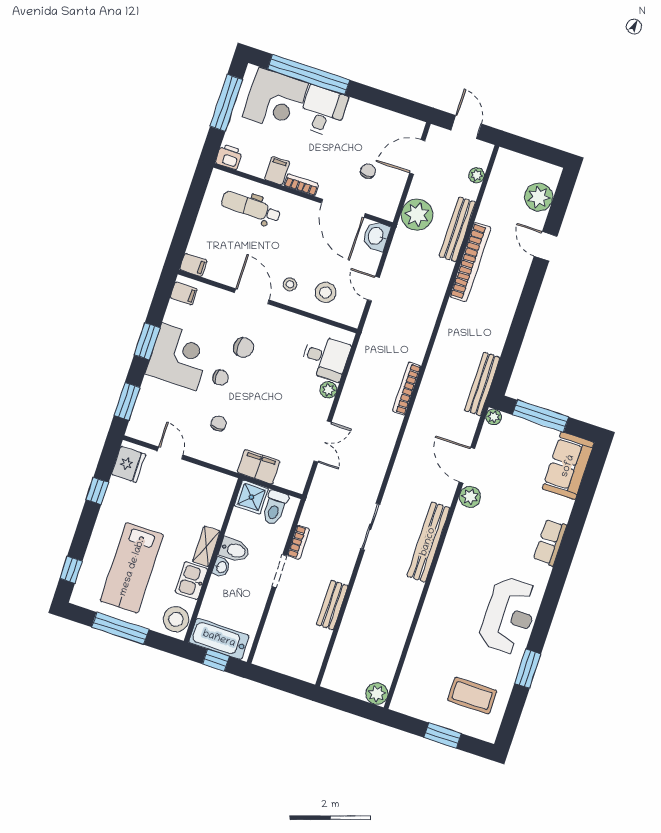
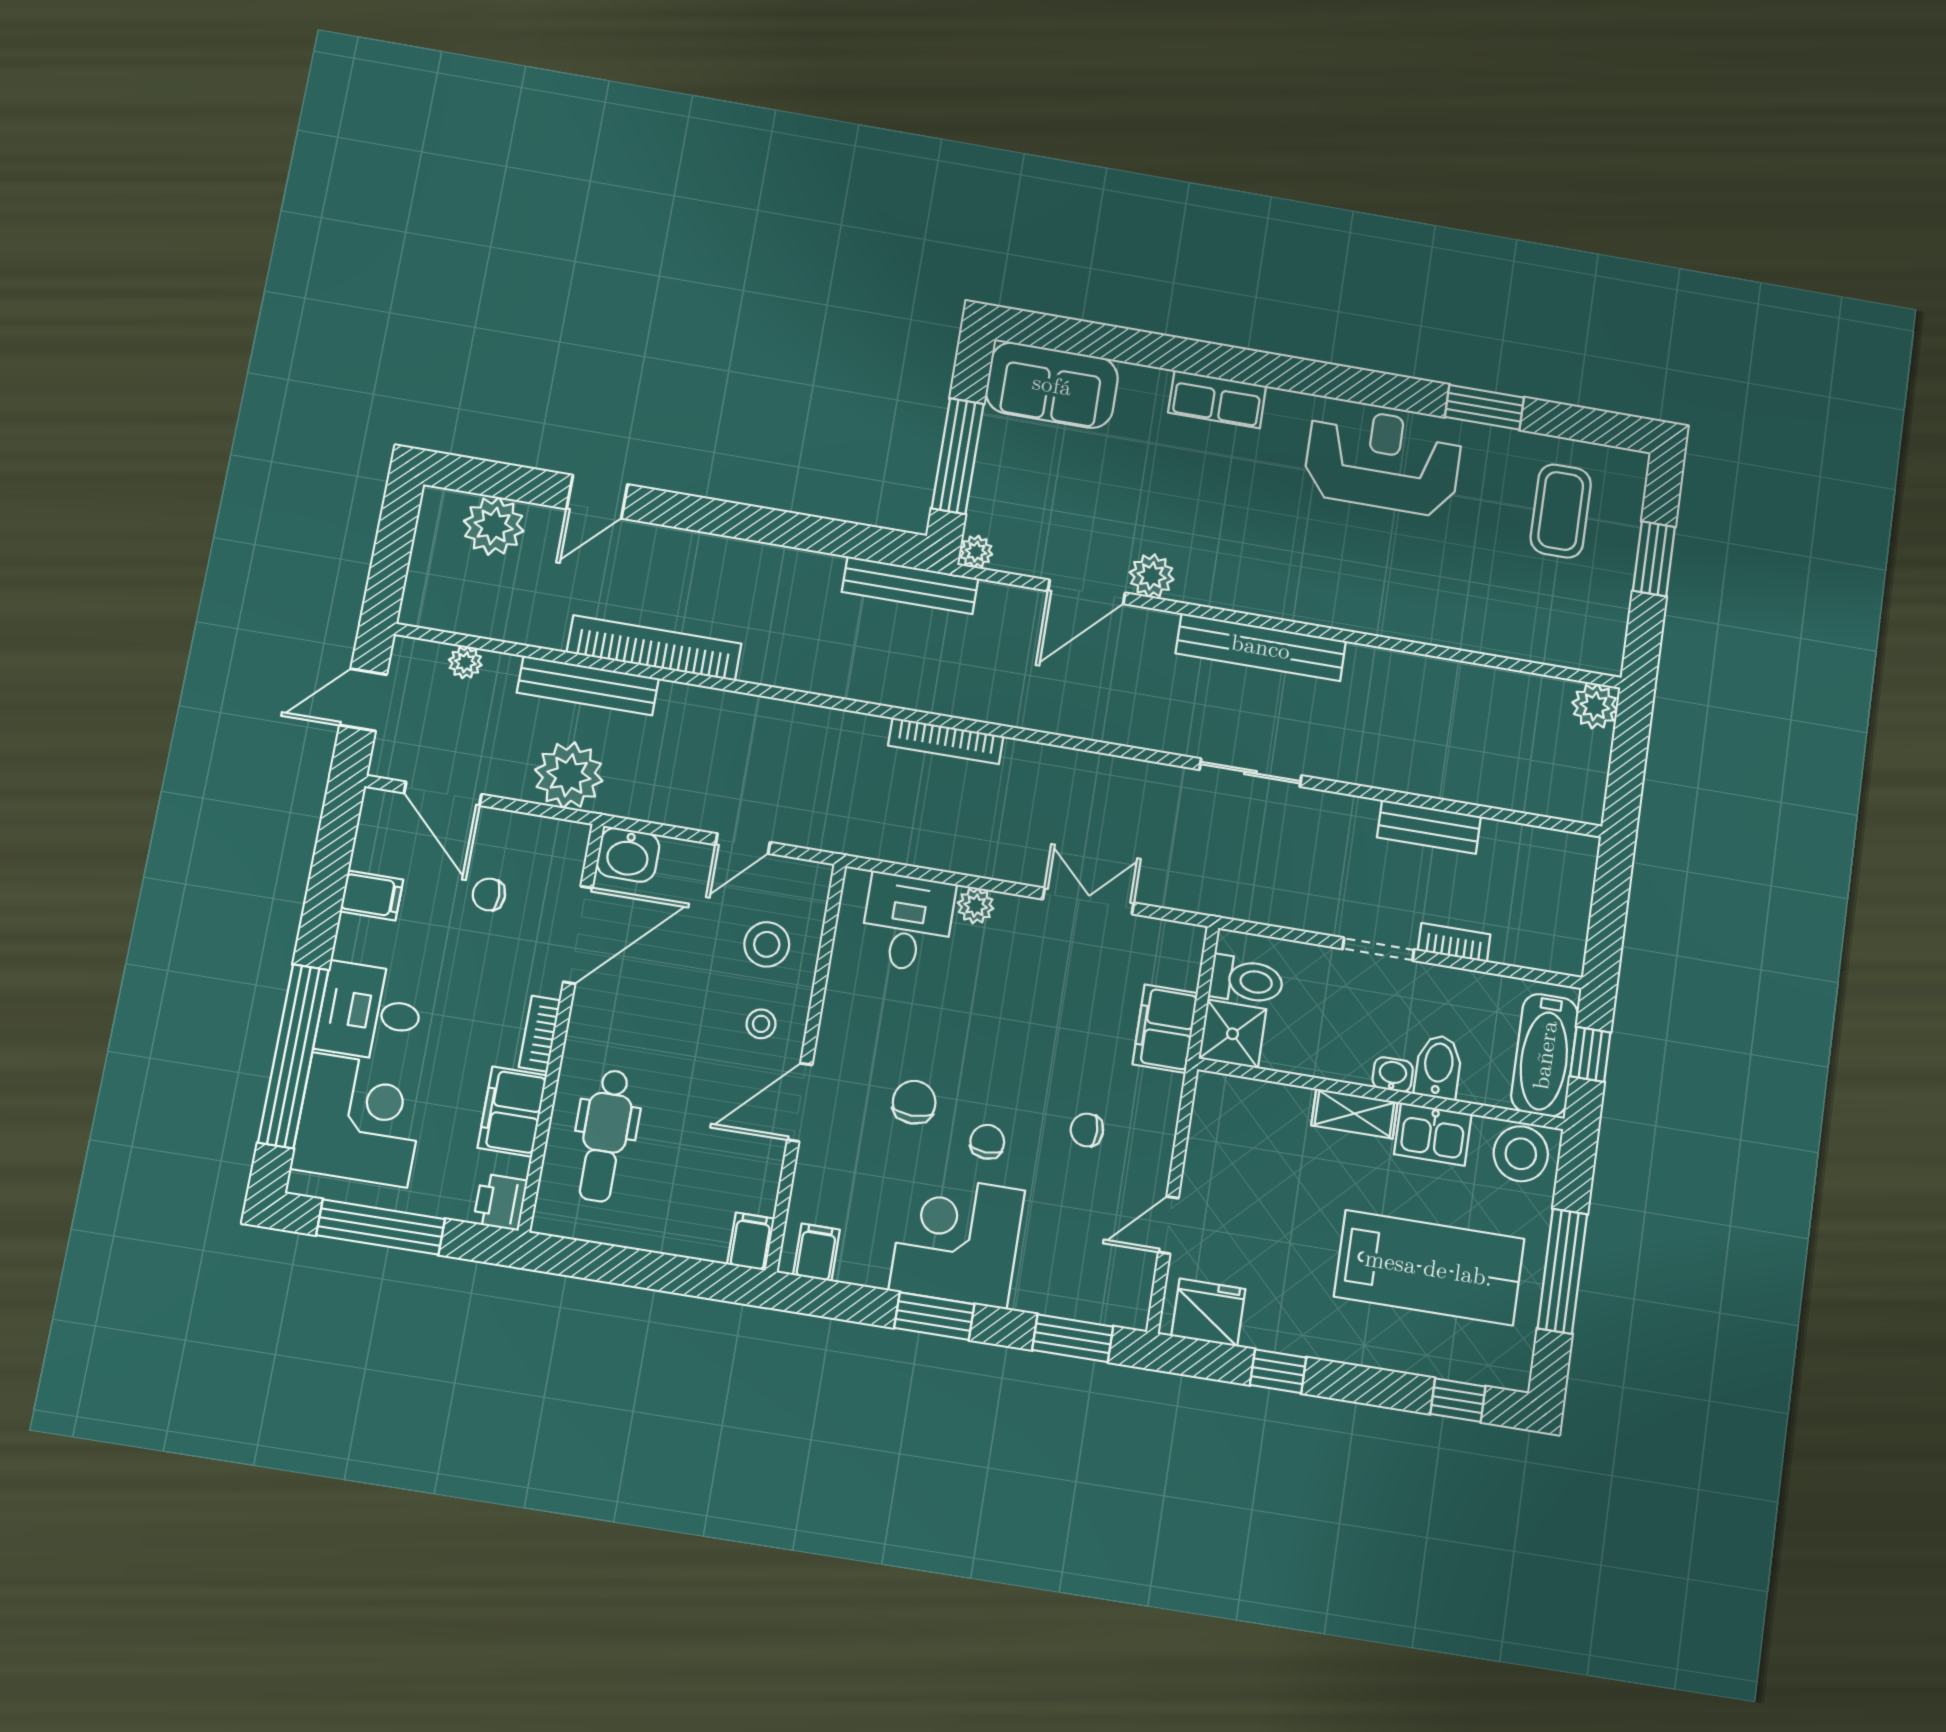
filing cabinet: (376, 119) -> (372, 895), added
filing cabinet: (277, 171) -> (512, 1112), width x2.00
bookcase: (298, 542) -> (1454, 942), moved
bidet: (234, 550) -> (1438, 1067), moved

